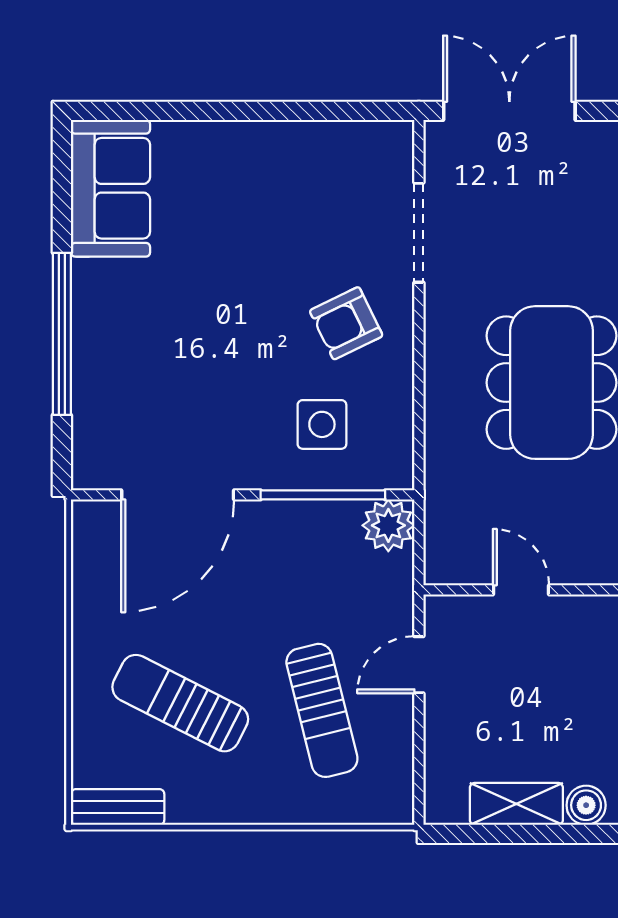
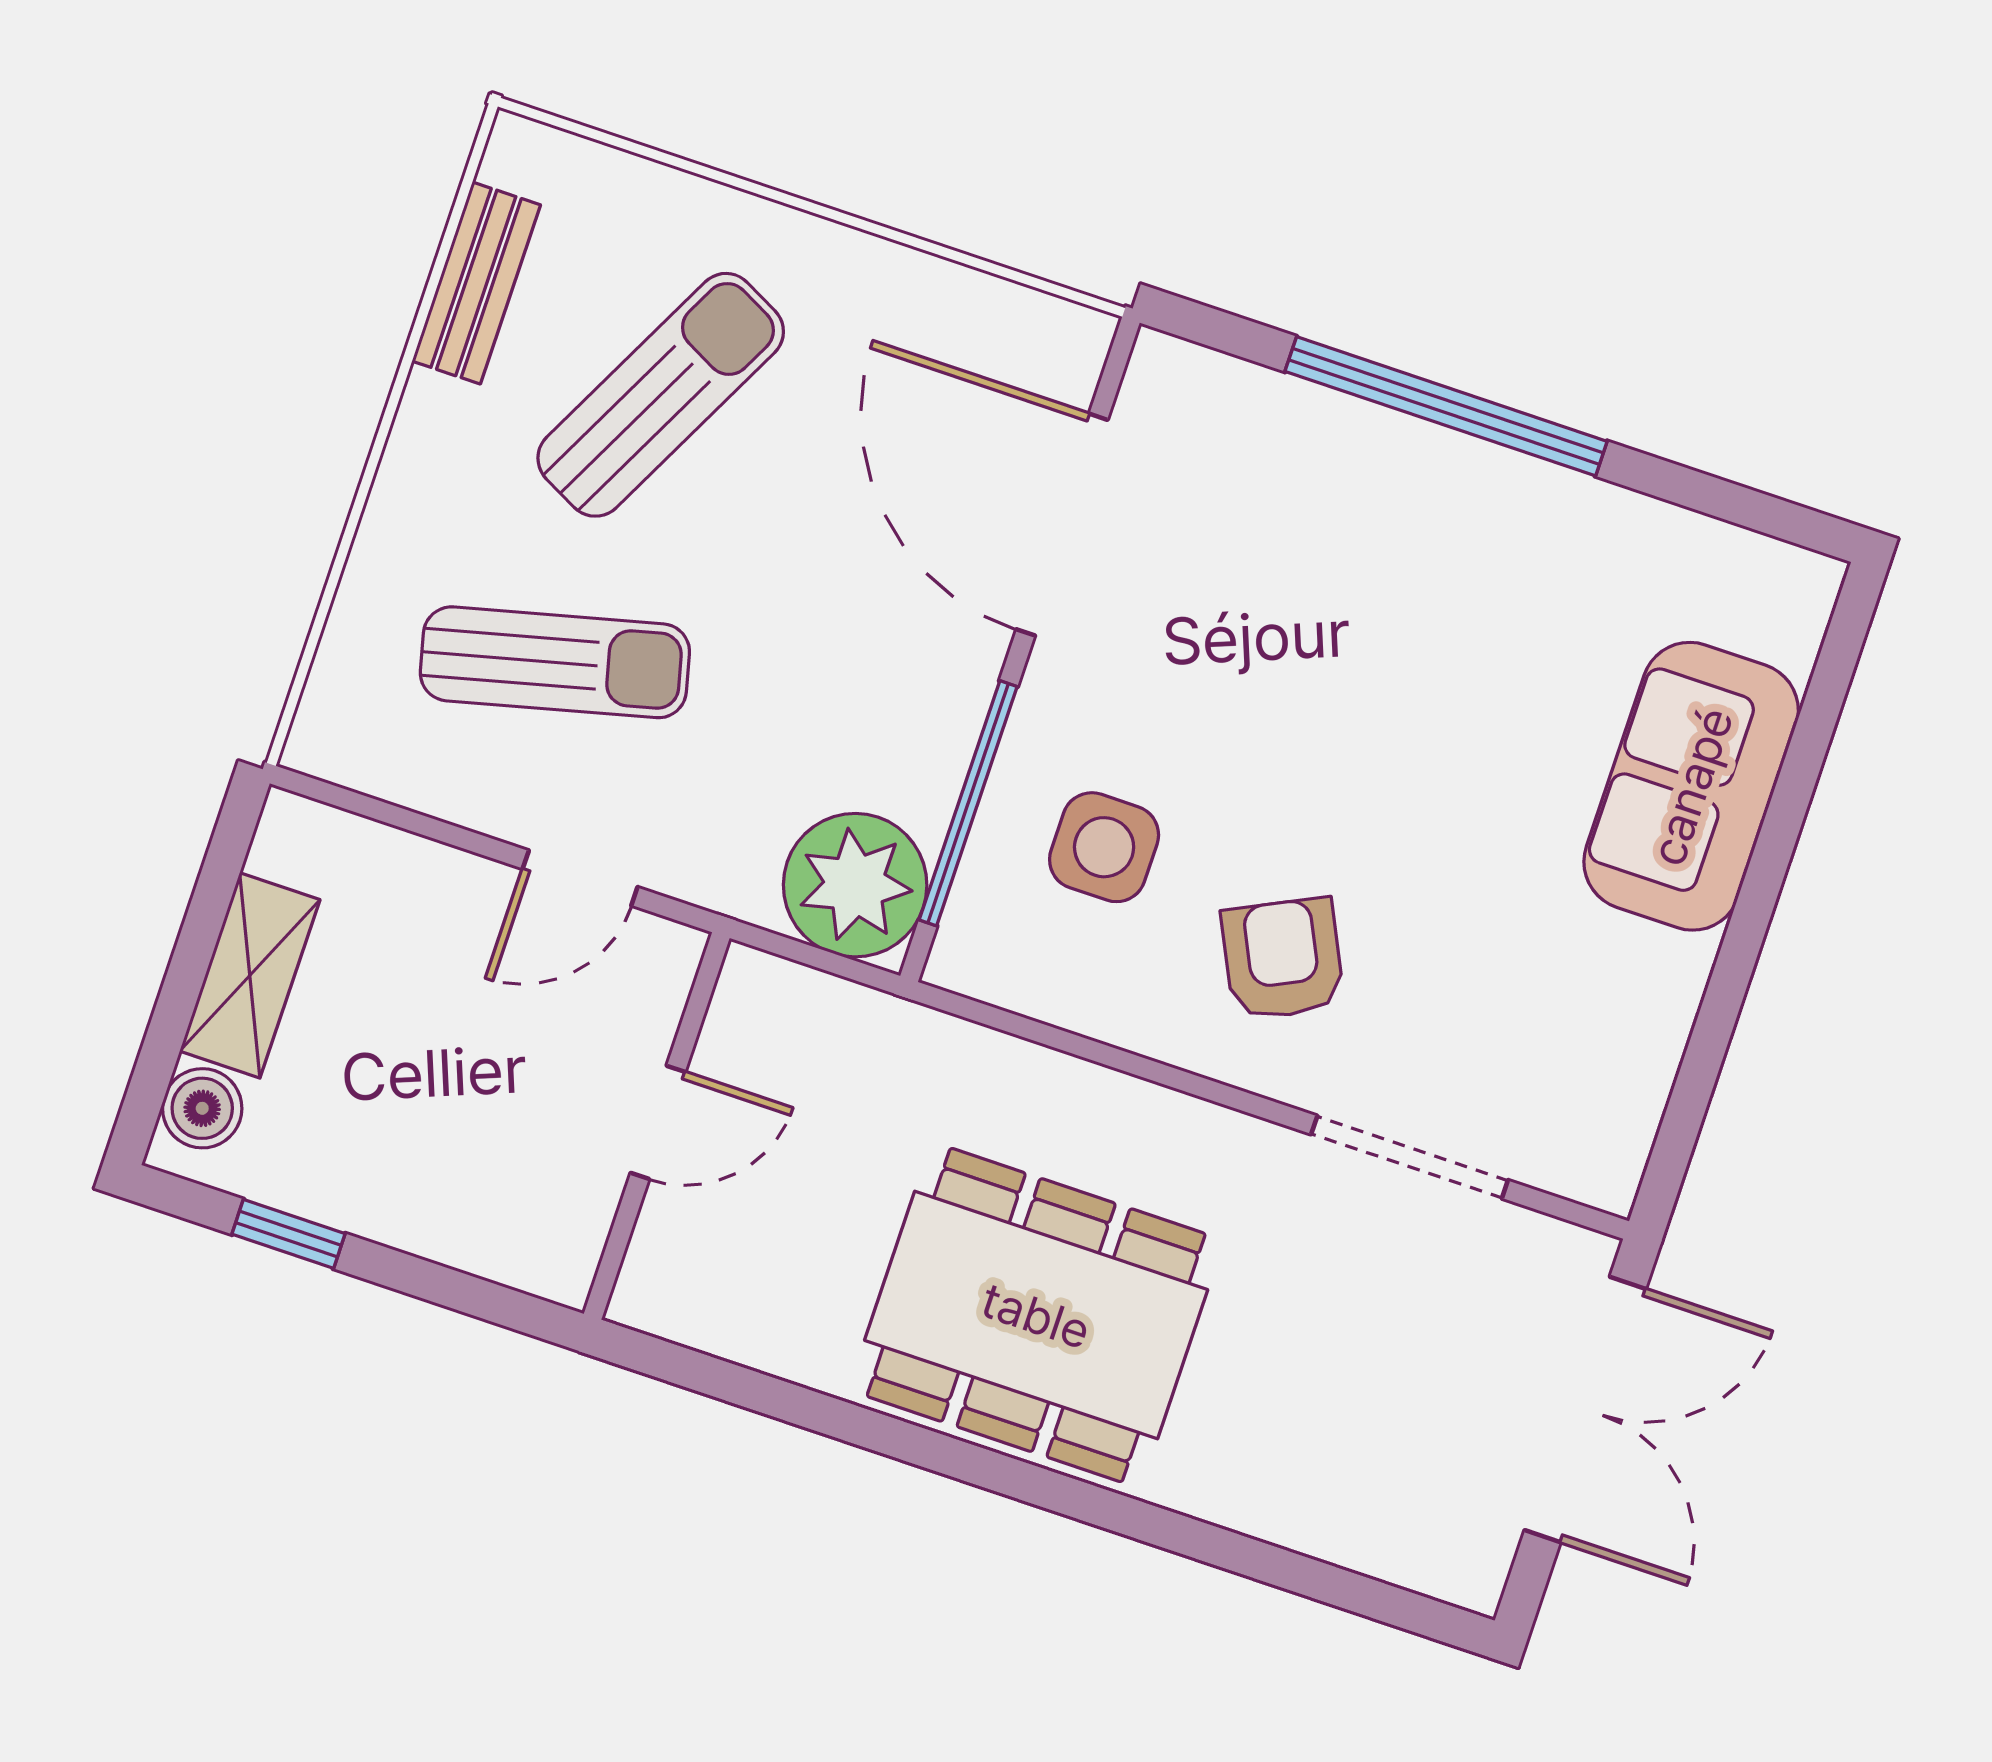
sofa: (110, 188) -> (1691, 786), moved, turned 90
plant: (388, 525) -> (855, 885), width x1.36, depth x1.36
door: (419, 665) -> (580, 878), swing flipped
sun lounger: (322, 710) -> (555, 662), turned 180
bench: (118, 807) -> (476, 283), moved

